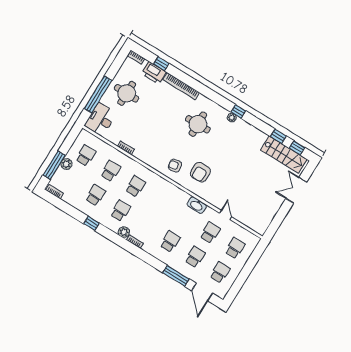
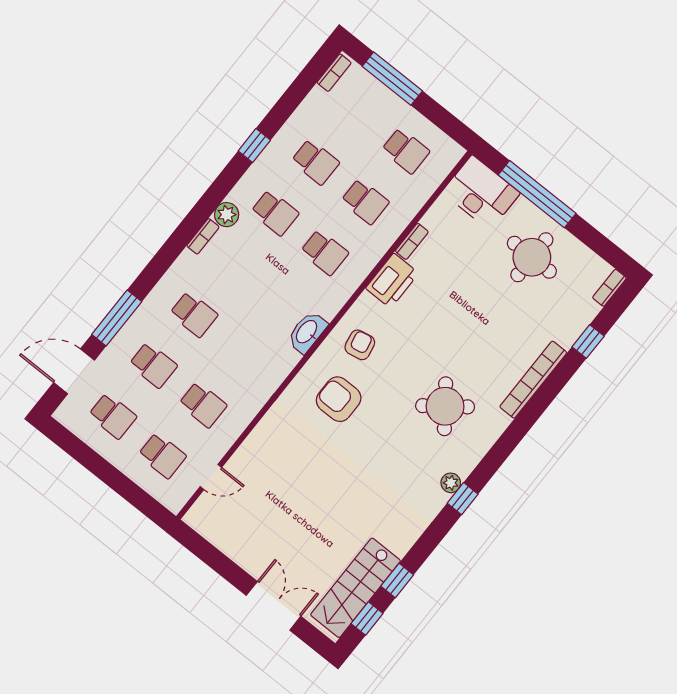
printer: (154, 73) -> (392, 281), moved, turned 180
round table: (198, 124) -> (445, 406), turned -36
plant: (66, 164) -> (392, 106), removed
washbasin: (197, 205) -> (307, 332), moved
door: (226, 215) -> (211, 477), moved

